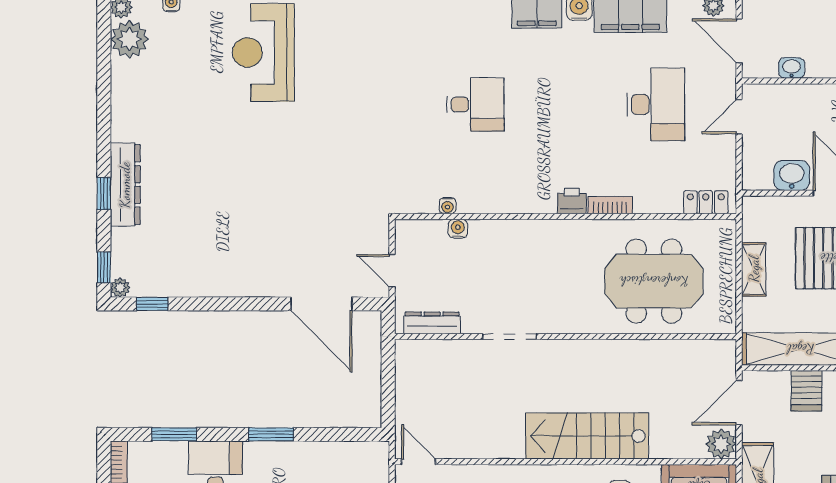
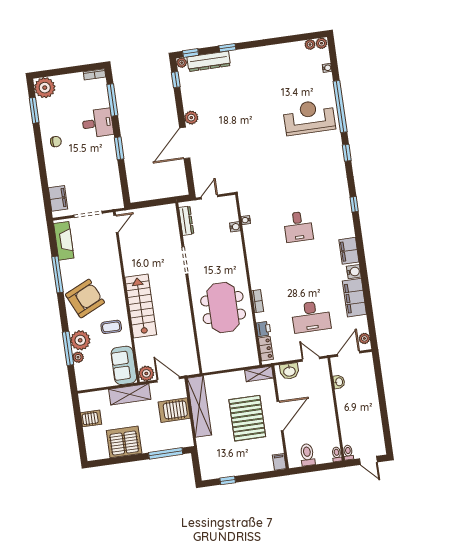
plant: (129, 39) -> (310, 45), width x0.53, depth x0.53
washbasin: (792, 175) -> (289, 371), moved, turned 90
dresser: (125, 185) -> (209, 61), moved
printer: (572, 201) -> (264, 329), moved
shelving: (754, 269) -> (259, 374), moved
meeting table: (654, 281) -> (223, 308), moved
plant: (231, 284) -> (191, 118), added
door: (321, 304) -> (185, 143), moved
server rack: (806, 391) -> (174, 410), width x1.36, depth x1.44
window: (174, 434) -> (112, 100), width x1.44

